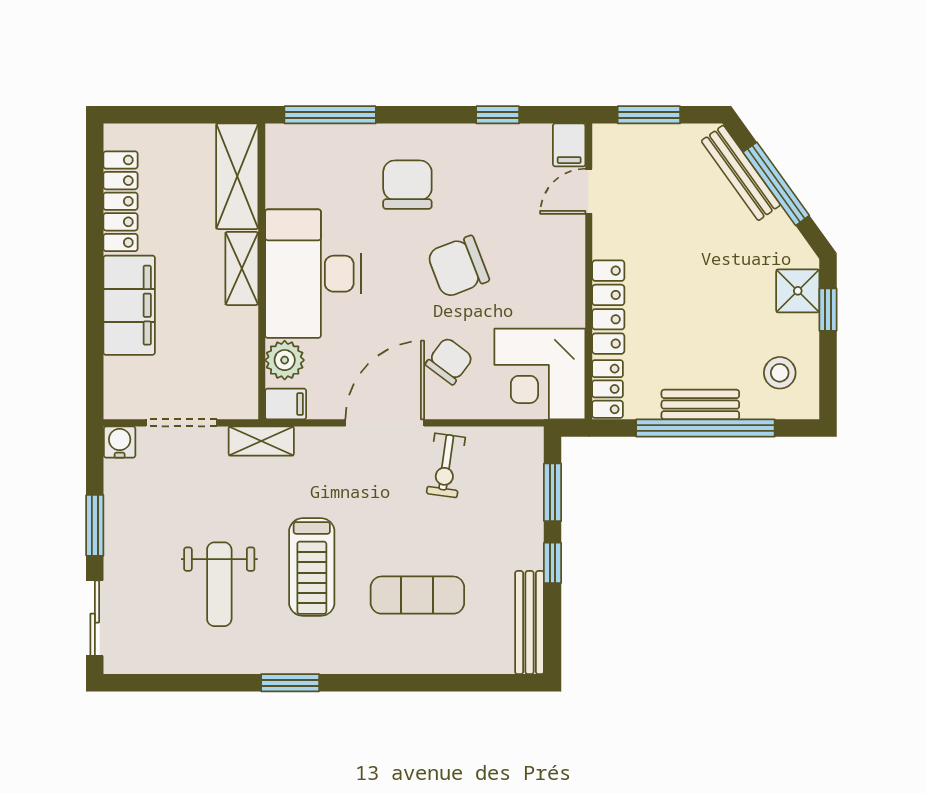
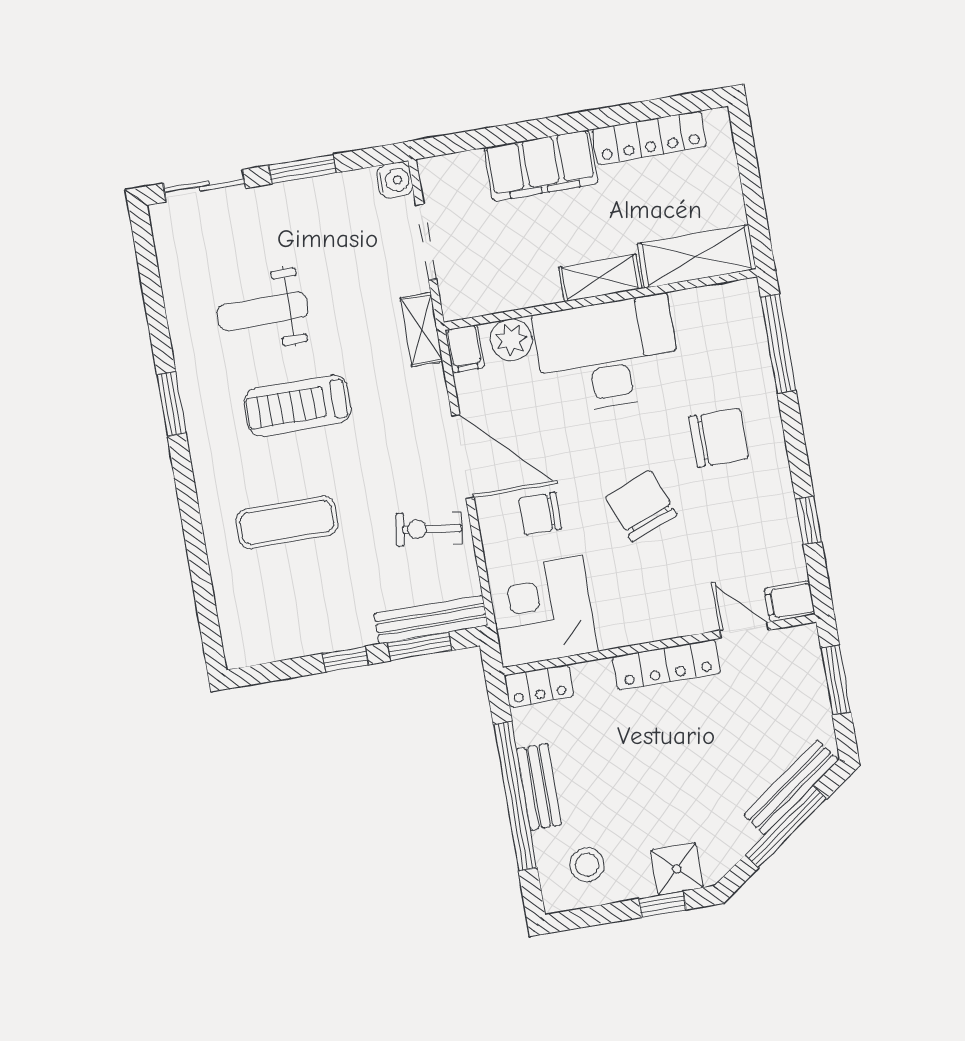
locker: (608, 307) -> (667, 665), moved
chair: (449, 361) -> (540, 514), turned 143
exercise mat: (417, 595) -> (287, 522), turned 90
bench: (530, 623) -> (431, 619), moved

